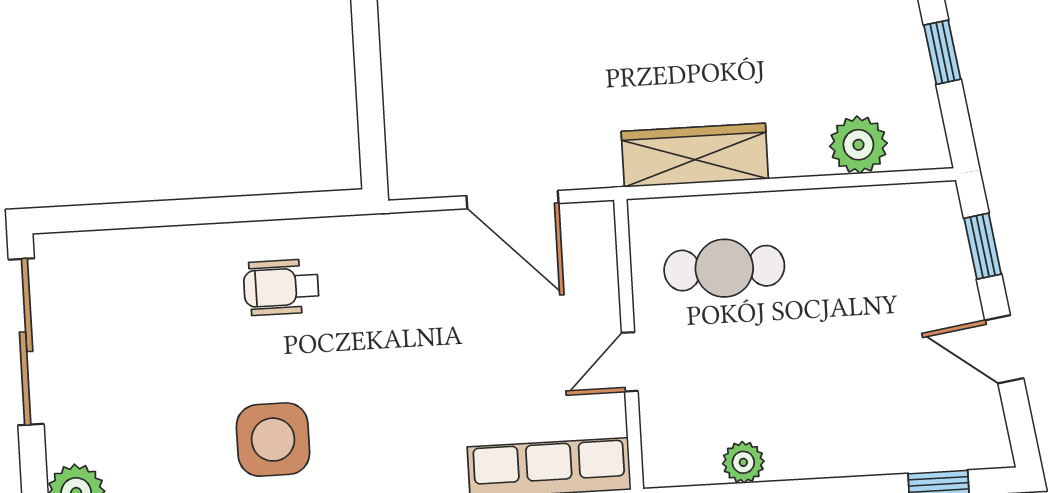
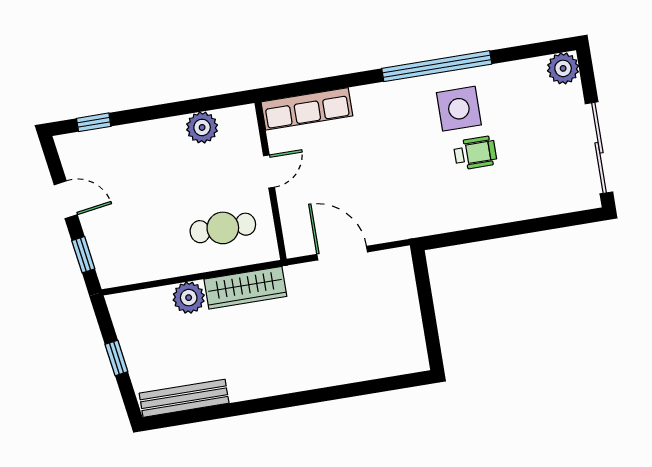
plant: (858, 145) -> (189, 298), moved
wheelchair: (281, 287) -> (475, 153), moved
plant: (743, 462) -> (202, 127), width x1.38, depth x1.38

